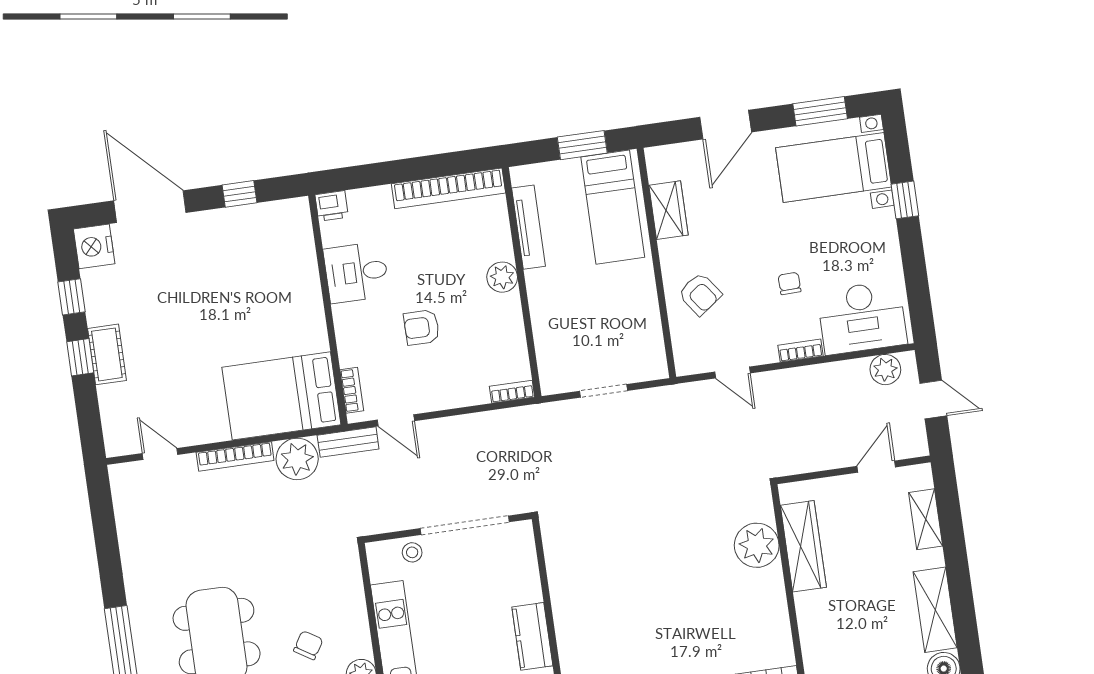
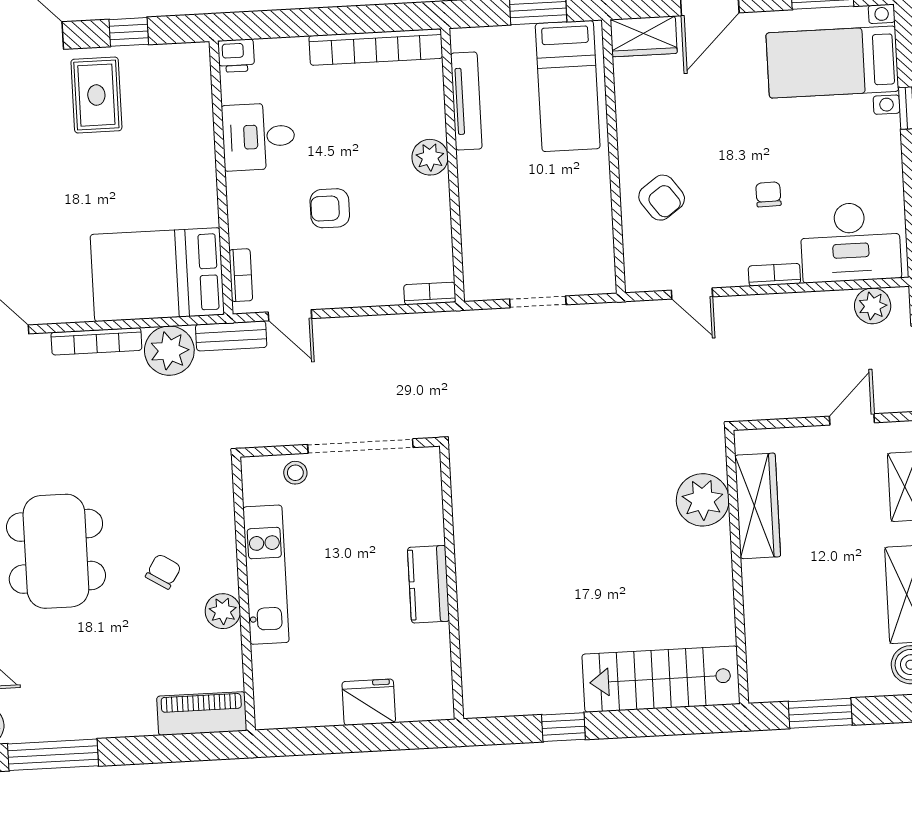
wardrobe: (669, 210) -> (644, 36), moved, turned 90
rug: (217, 249) -> (96, 95), added

